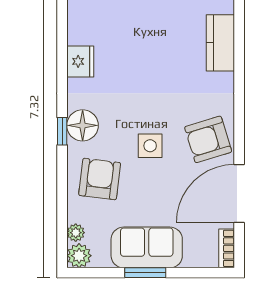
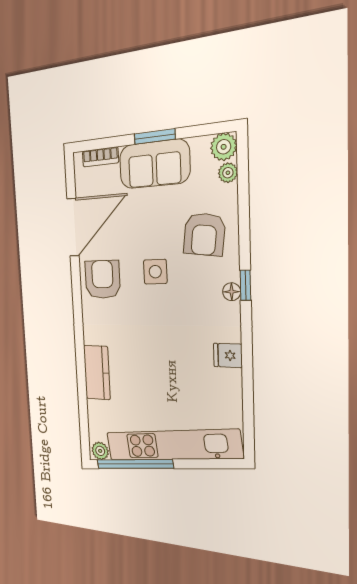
fridge: (80, 61) -> (228, 355), width x0.72
floor lamp: (83, 125) -> (232, 292), width x0.53, depth x0.53
armchair: (208, 139) -> (102, 279), turned -73
bookcase: (227, 248) -> (100, 157), moved, turned 90

